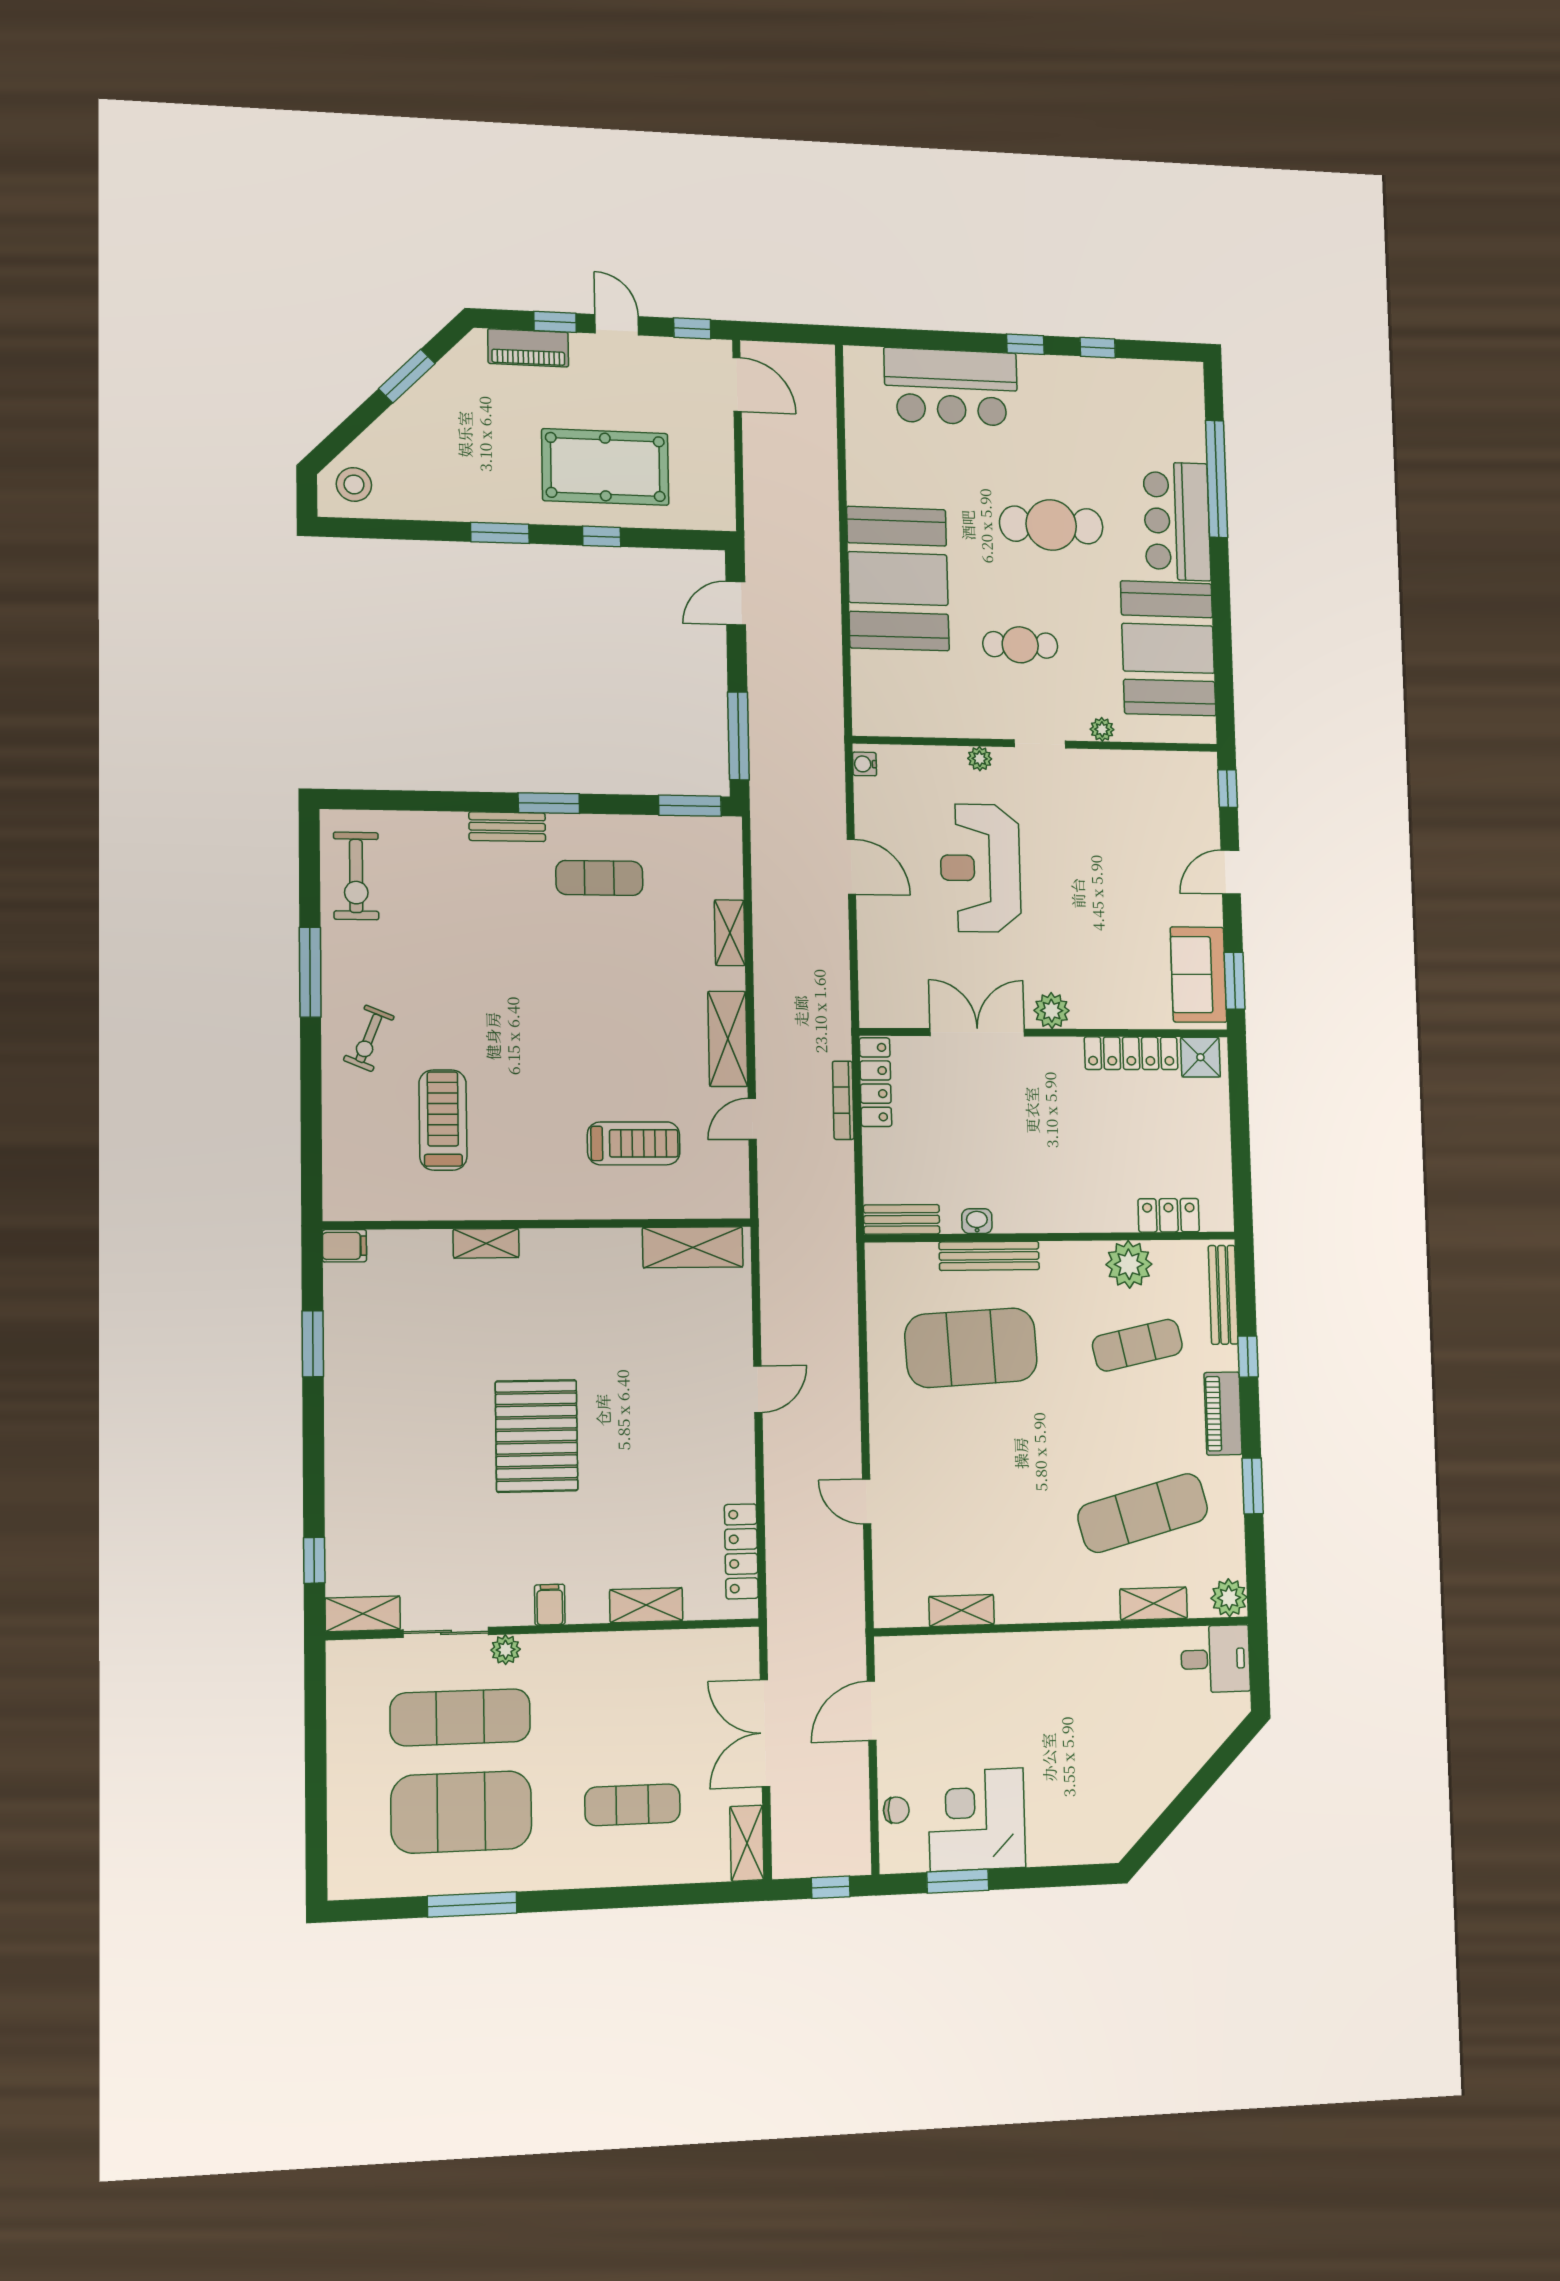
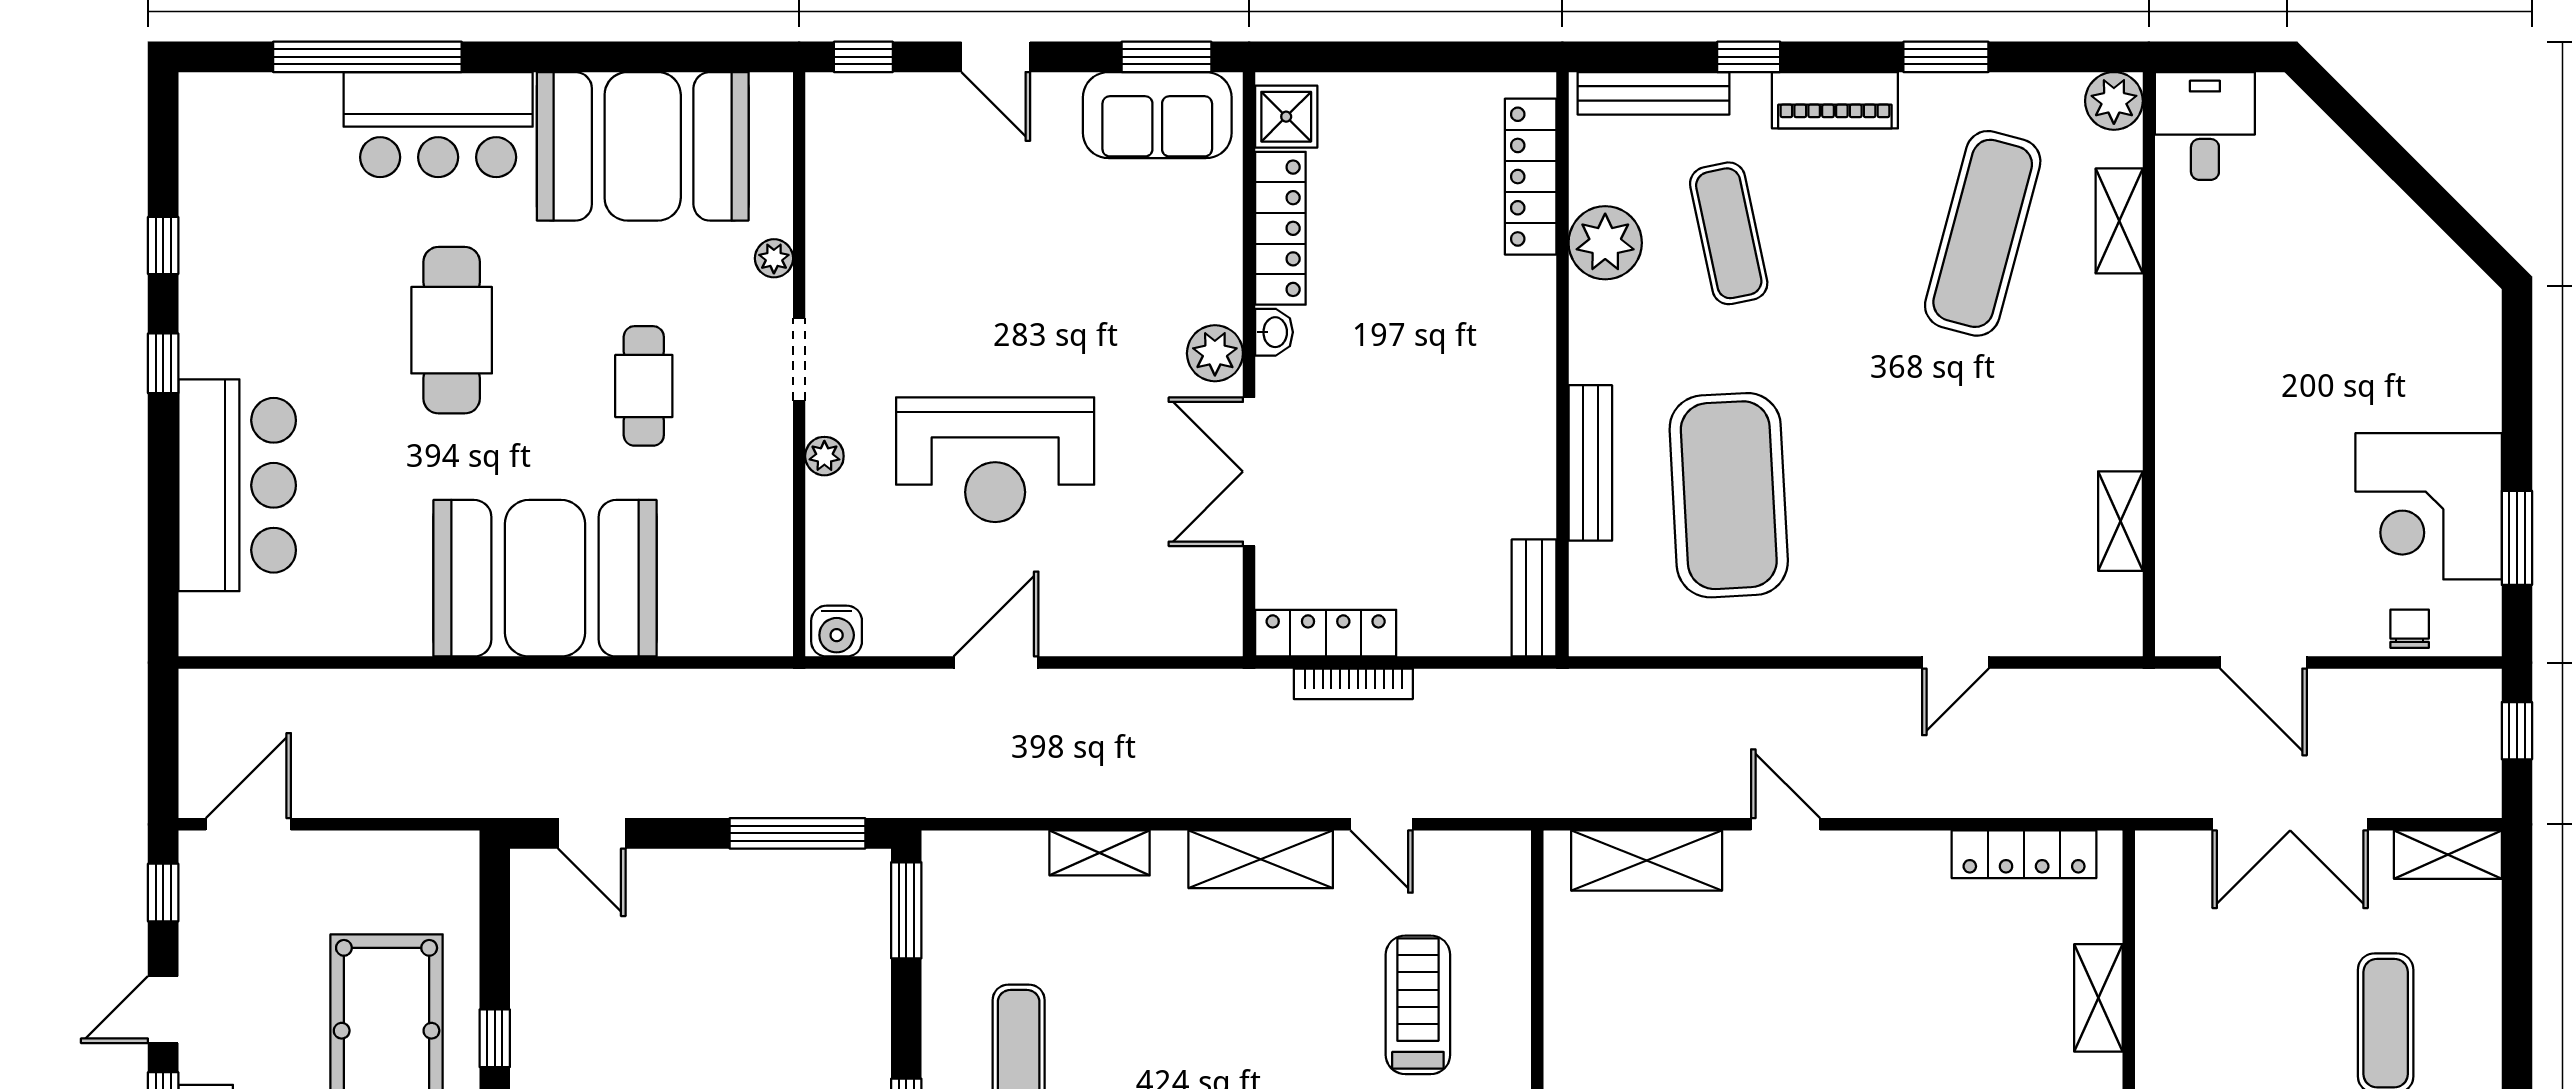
water cooler: (865, 764) -> (837, 631), width x1.38, depth x1.38
locker: (1169, 1215) -> (1531, 177), width x1.53
washbasin: (977, 1221) -> (1274, 332), moved, turned 180
shelving: (693, 1247) -> (1647, 861), moved, turned 90
exercise mat: (1143, 1513) -> (1983, 233), turned 30

